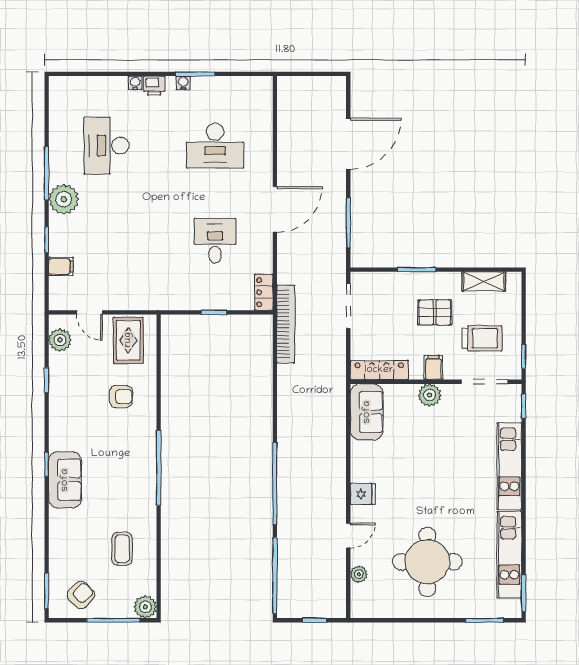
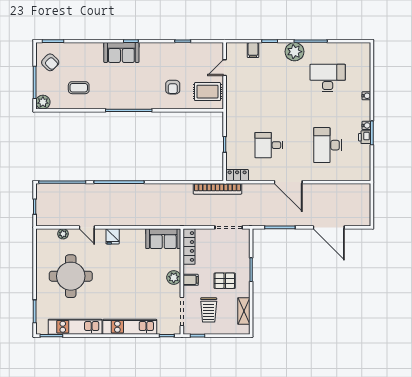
printer: (154, 86) -> (365, 137), moved
desk: (215, 241) -> (269, 145), turned 180
pallet: (435, 312) -> (225, 281), turned 90
plant: (60, 340) -> (208, 49), removed

